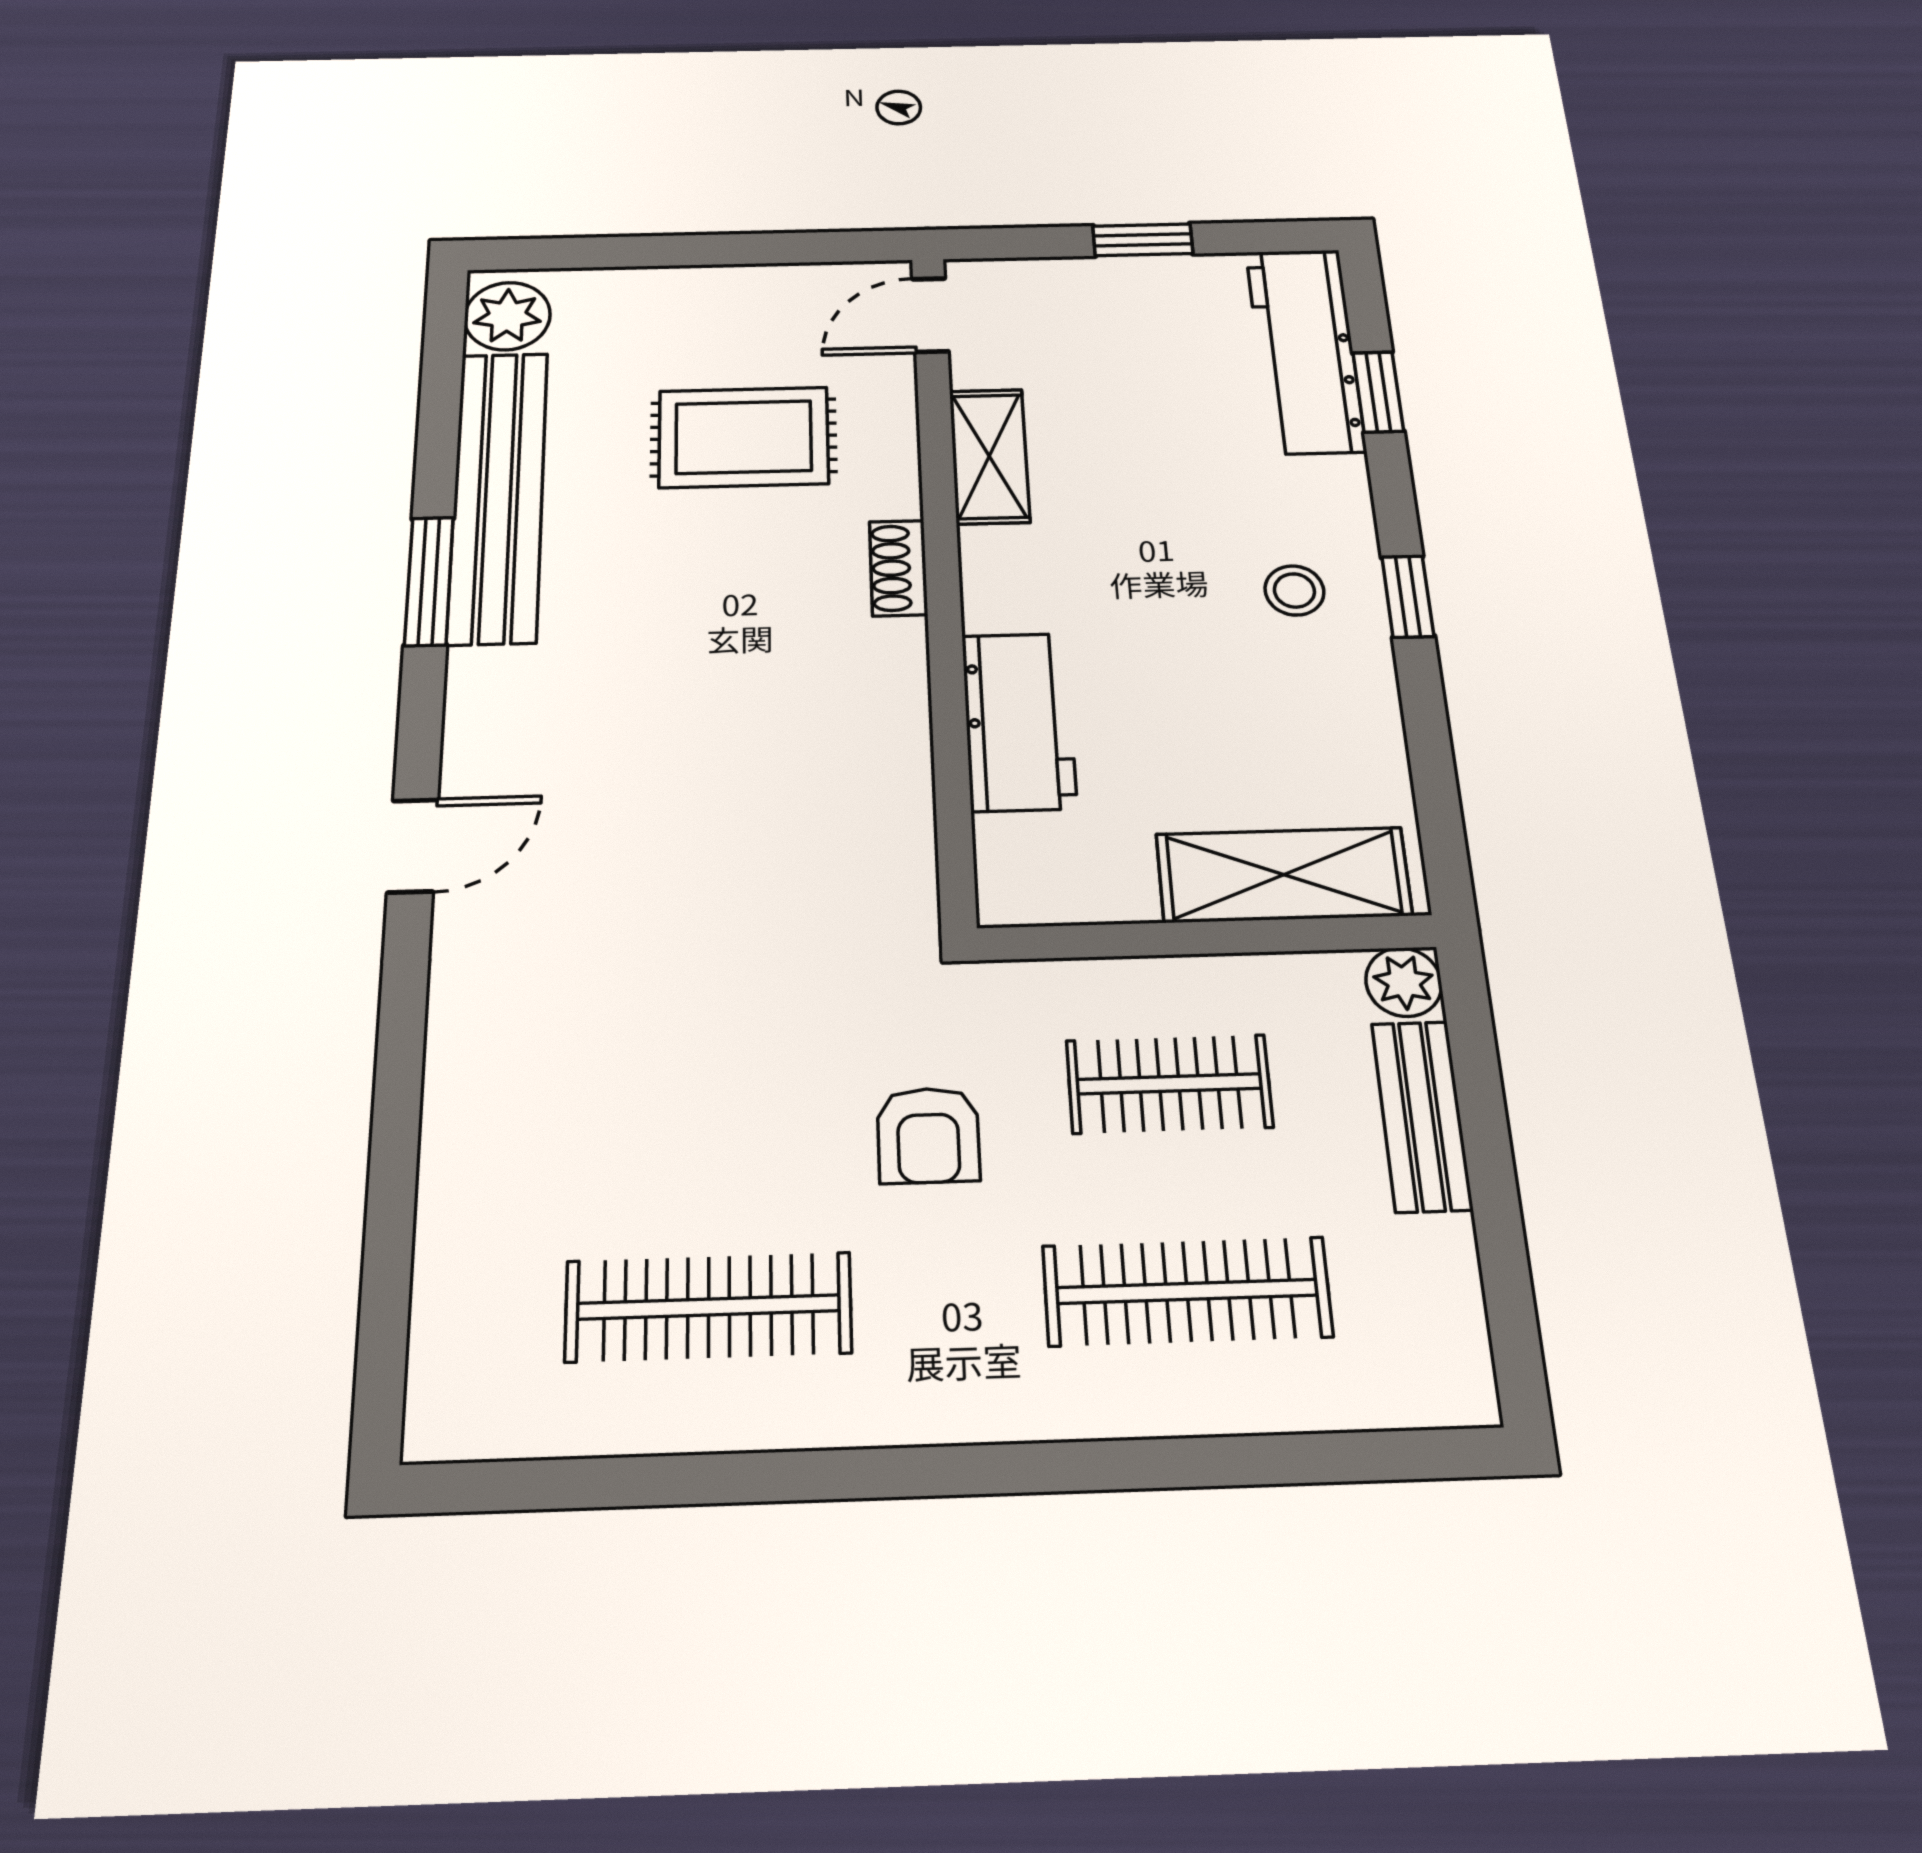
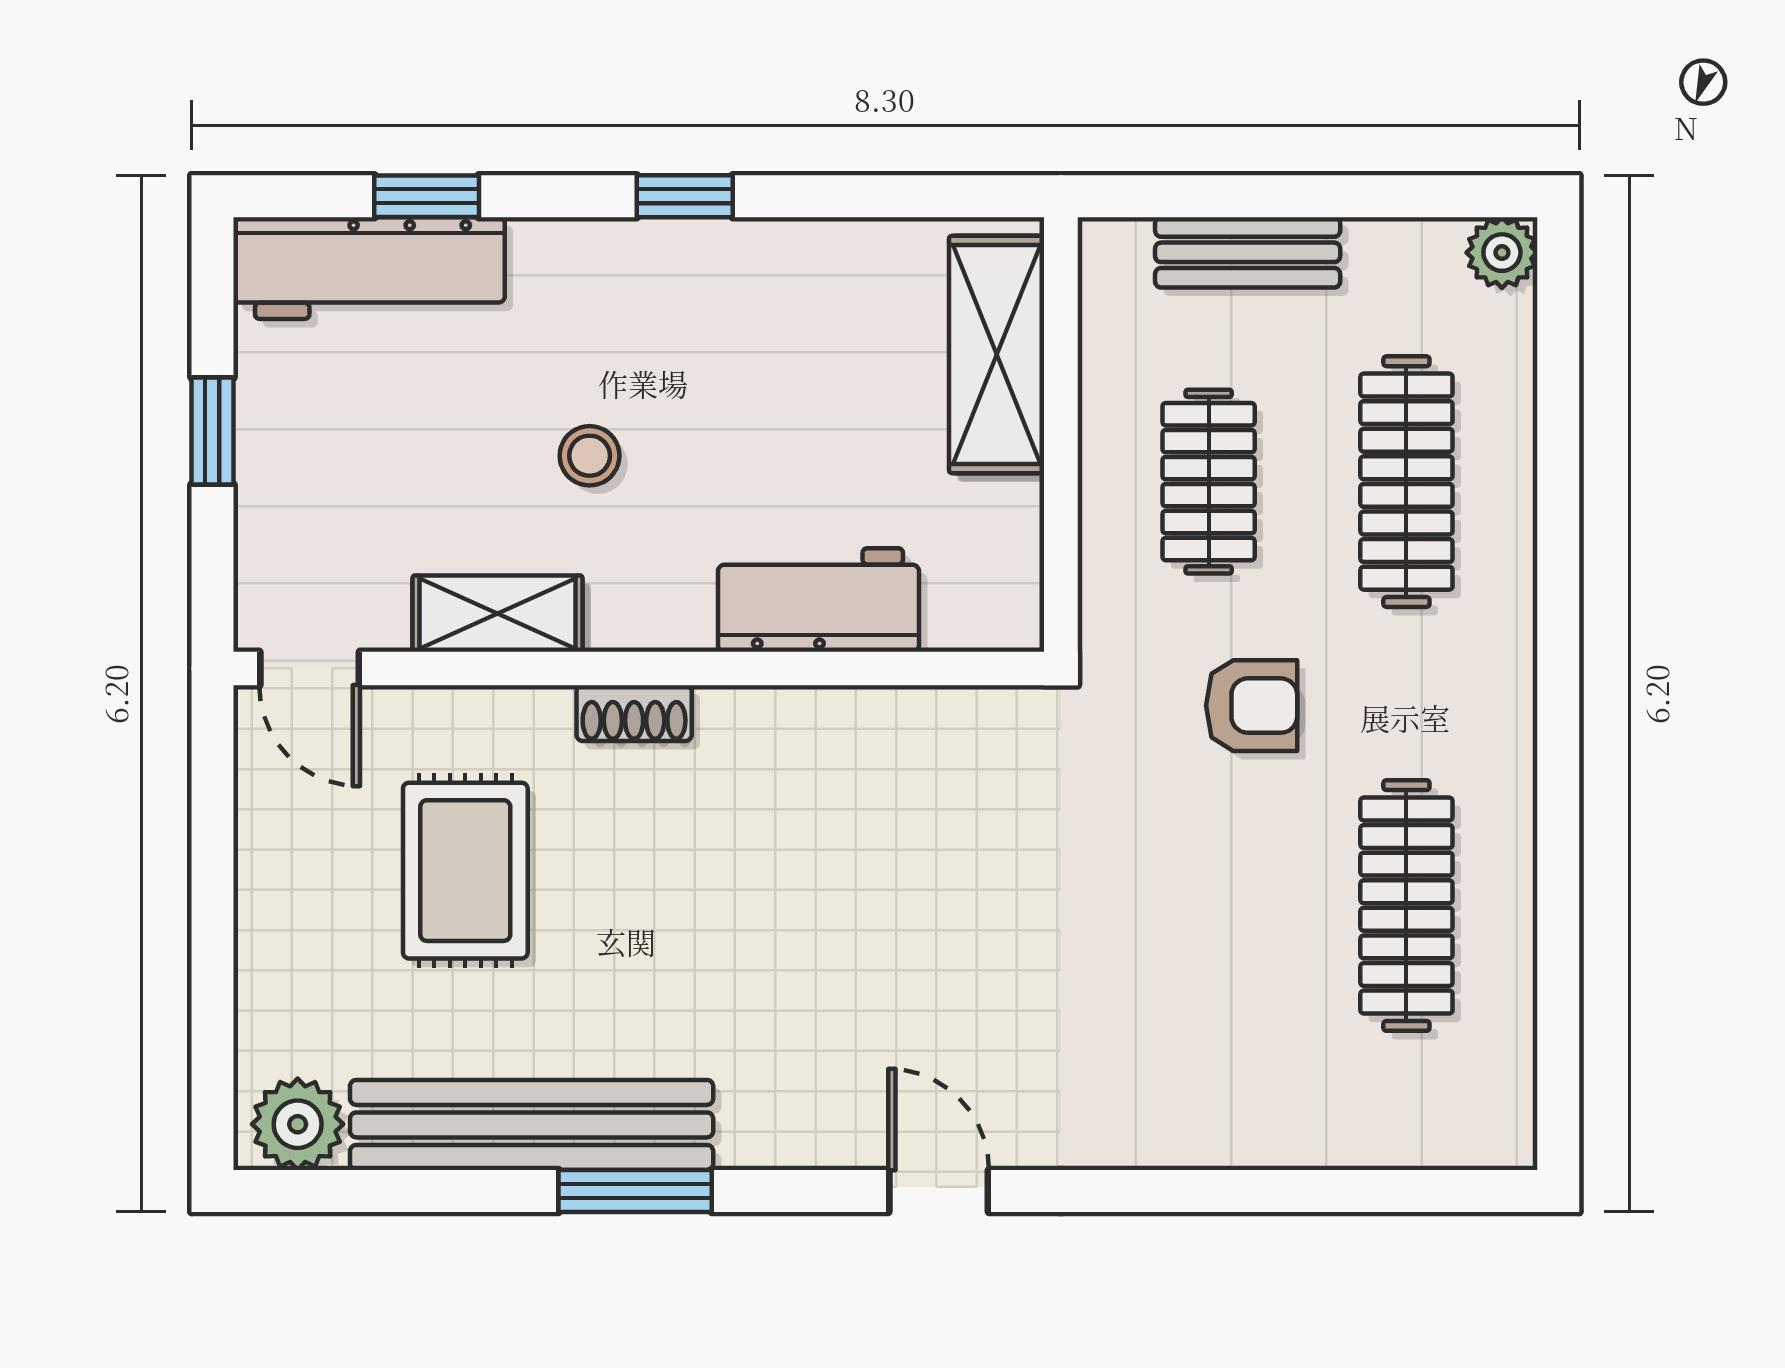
stool: (1294, 590) -> (590, 456), moved
plant: (1404, 982) -> (1502, 253), moved

